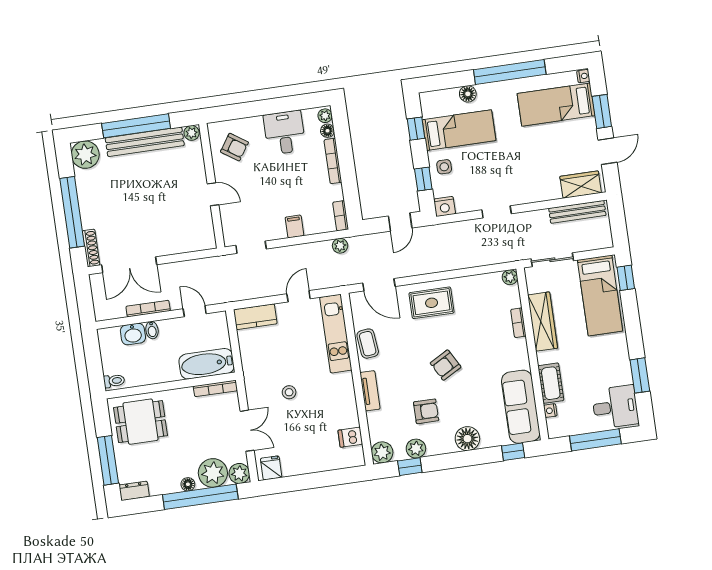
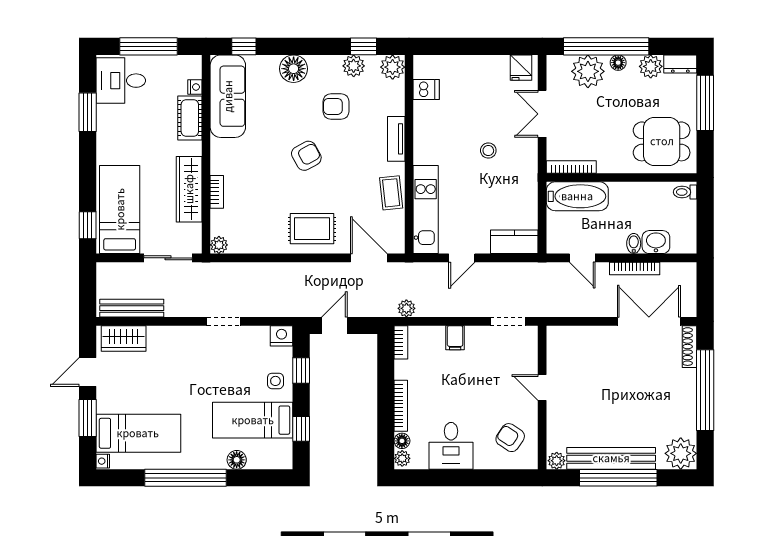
plant: (239, 473) -> (651, 66), moved

